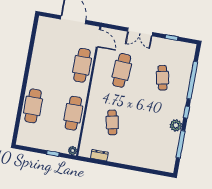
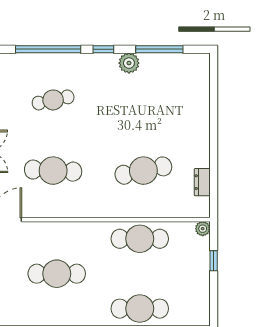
cafe table: (82, 65) -> (57, 274), moved
cafe table: (112, 122) -> (143, 171), width x1.37, depth x1.35

